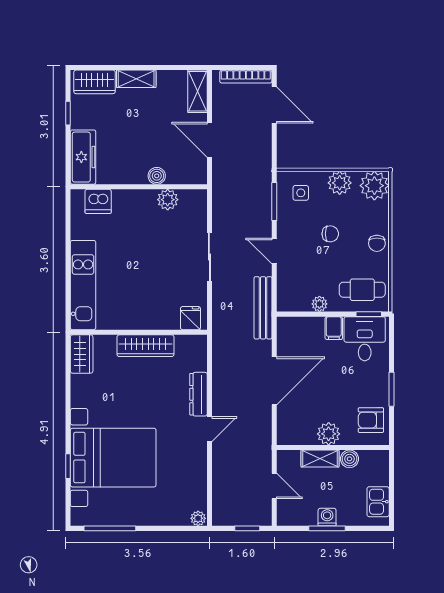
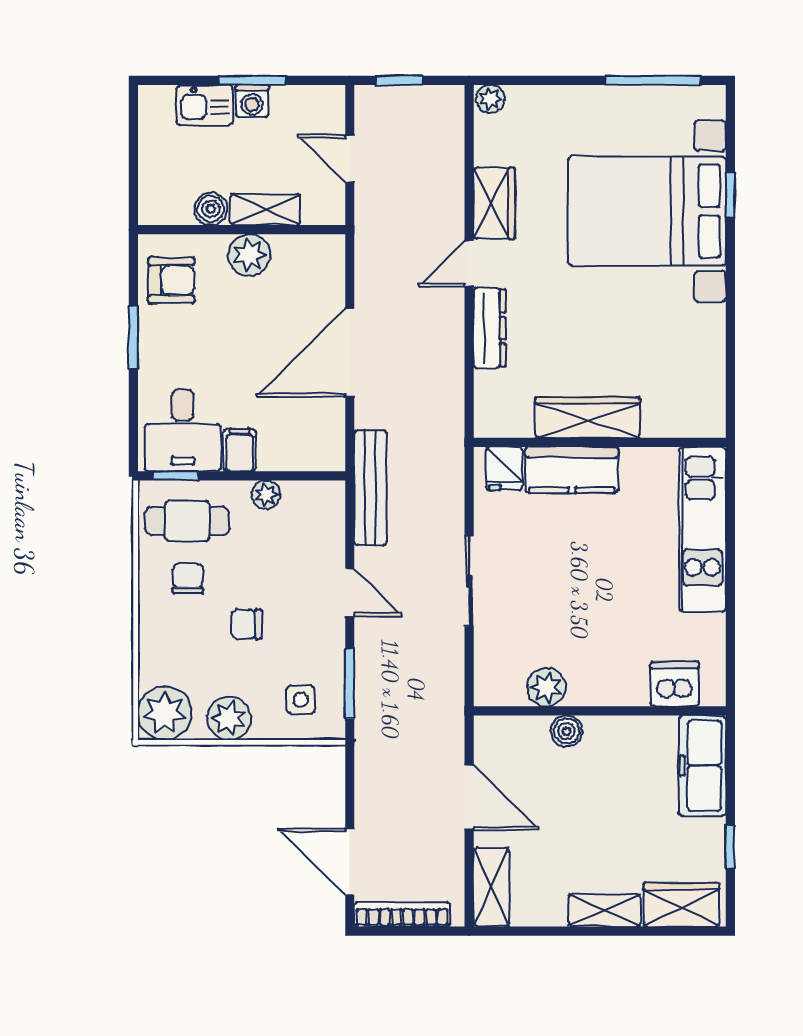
chair: (377, 243) -> (188, 578), moved
kitchen counter: (154, 317) -> (572, 470), added
wardrobe: (82, 354) -> (494, 203), moved, turned 180
kitchen sink: (378, 502) -> (205, 105), moved, turned 90

